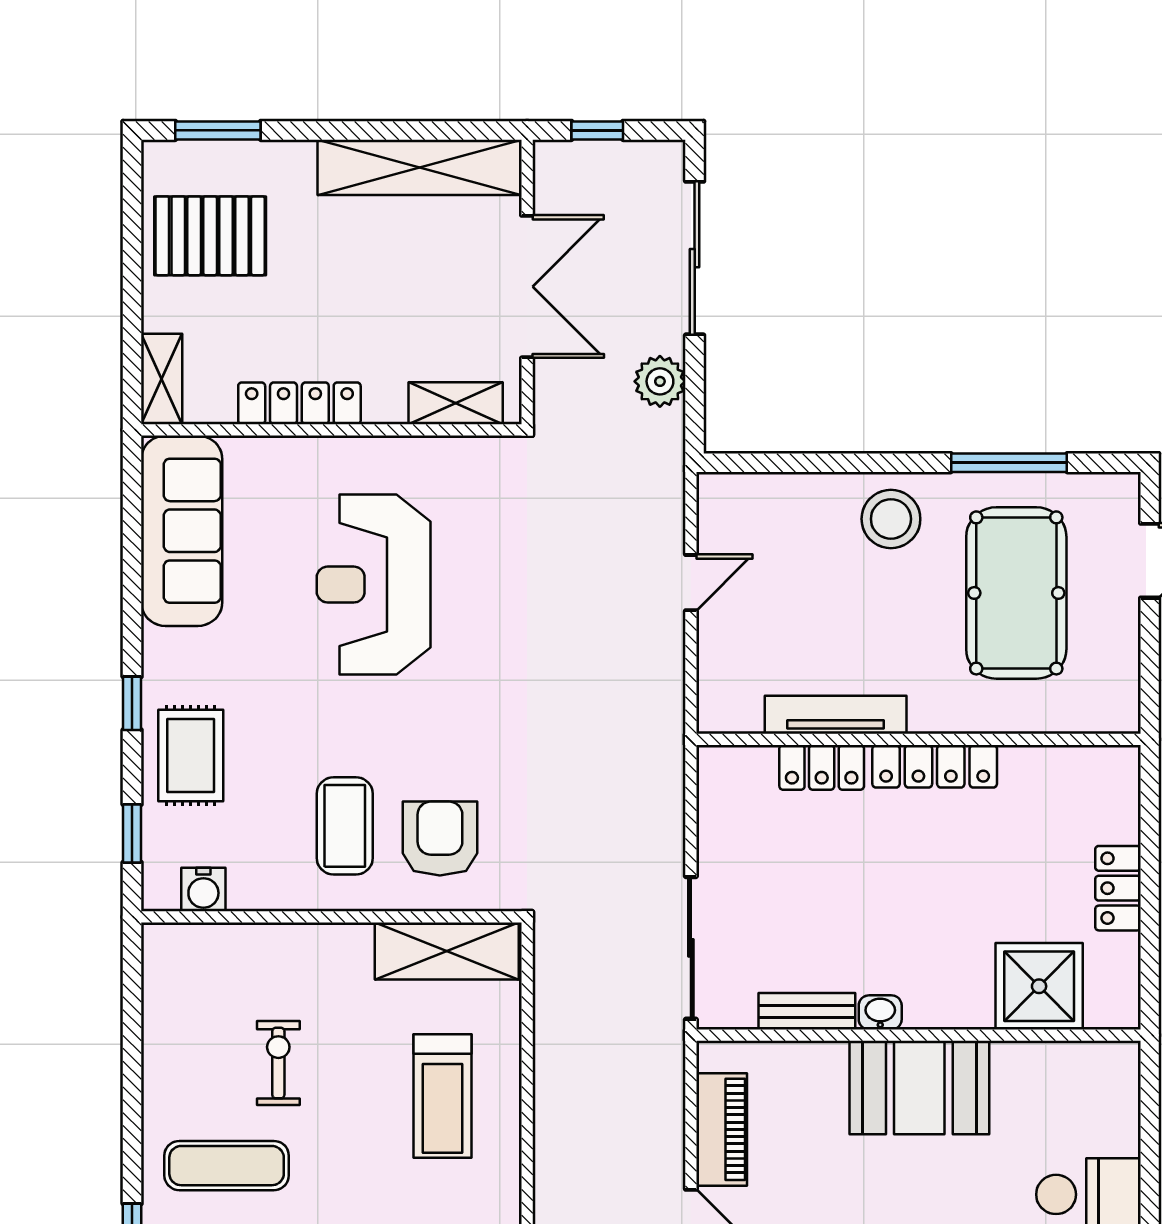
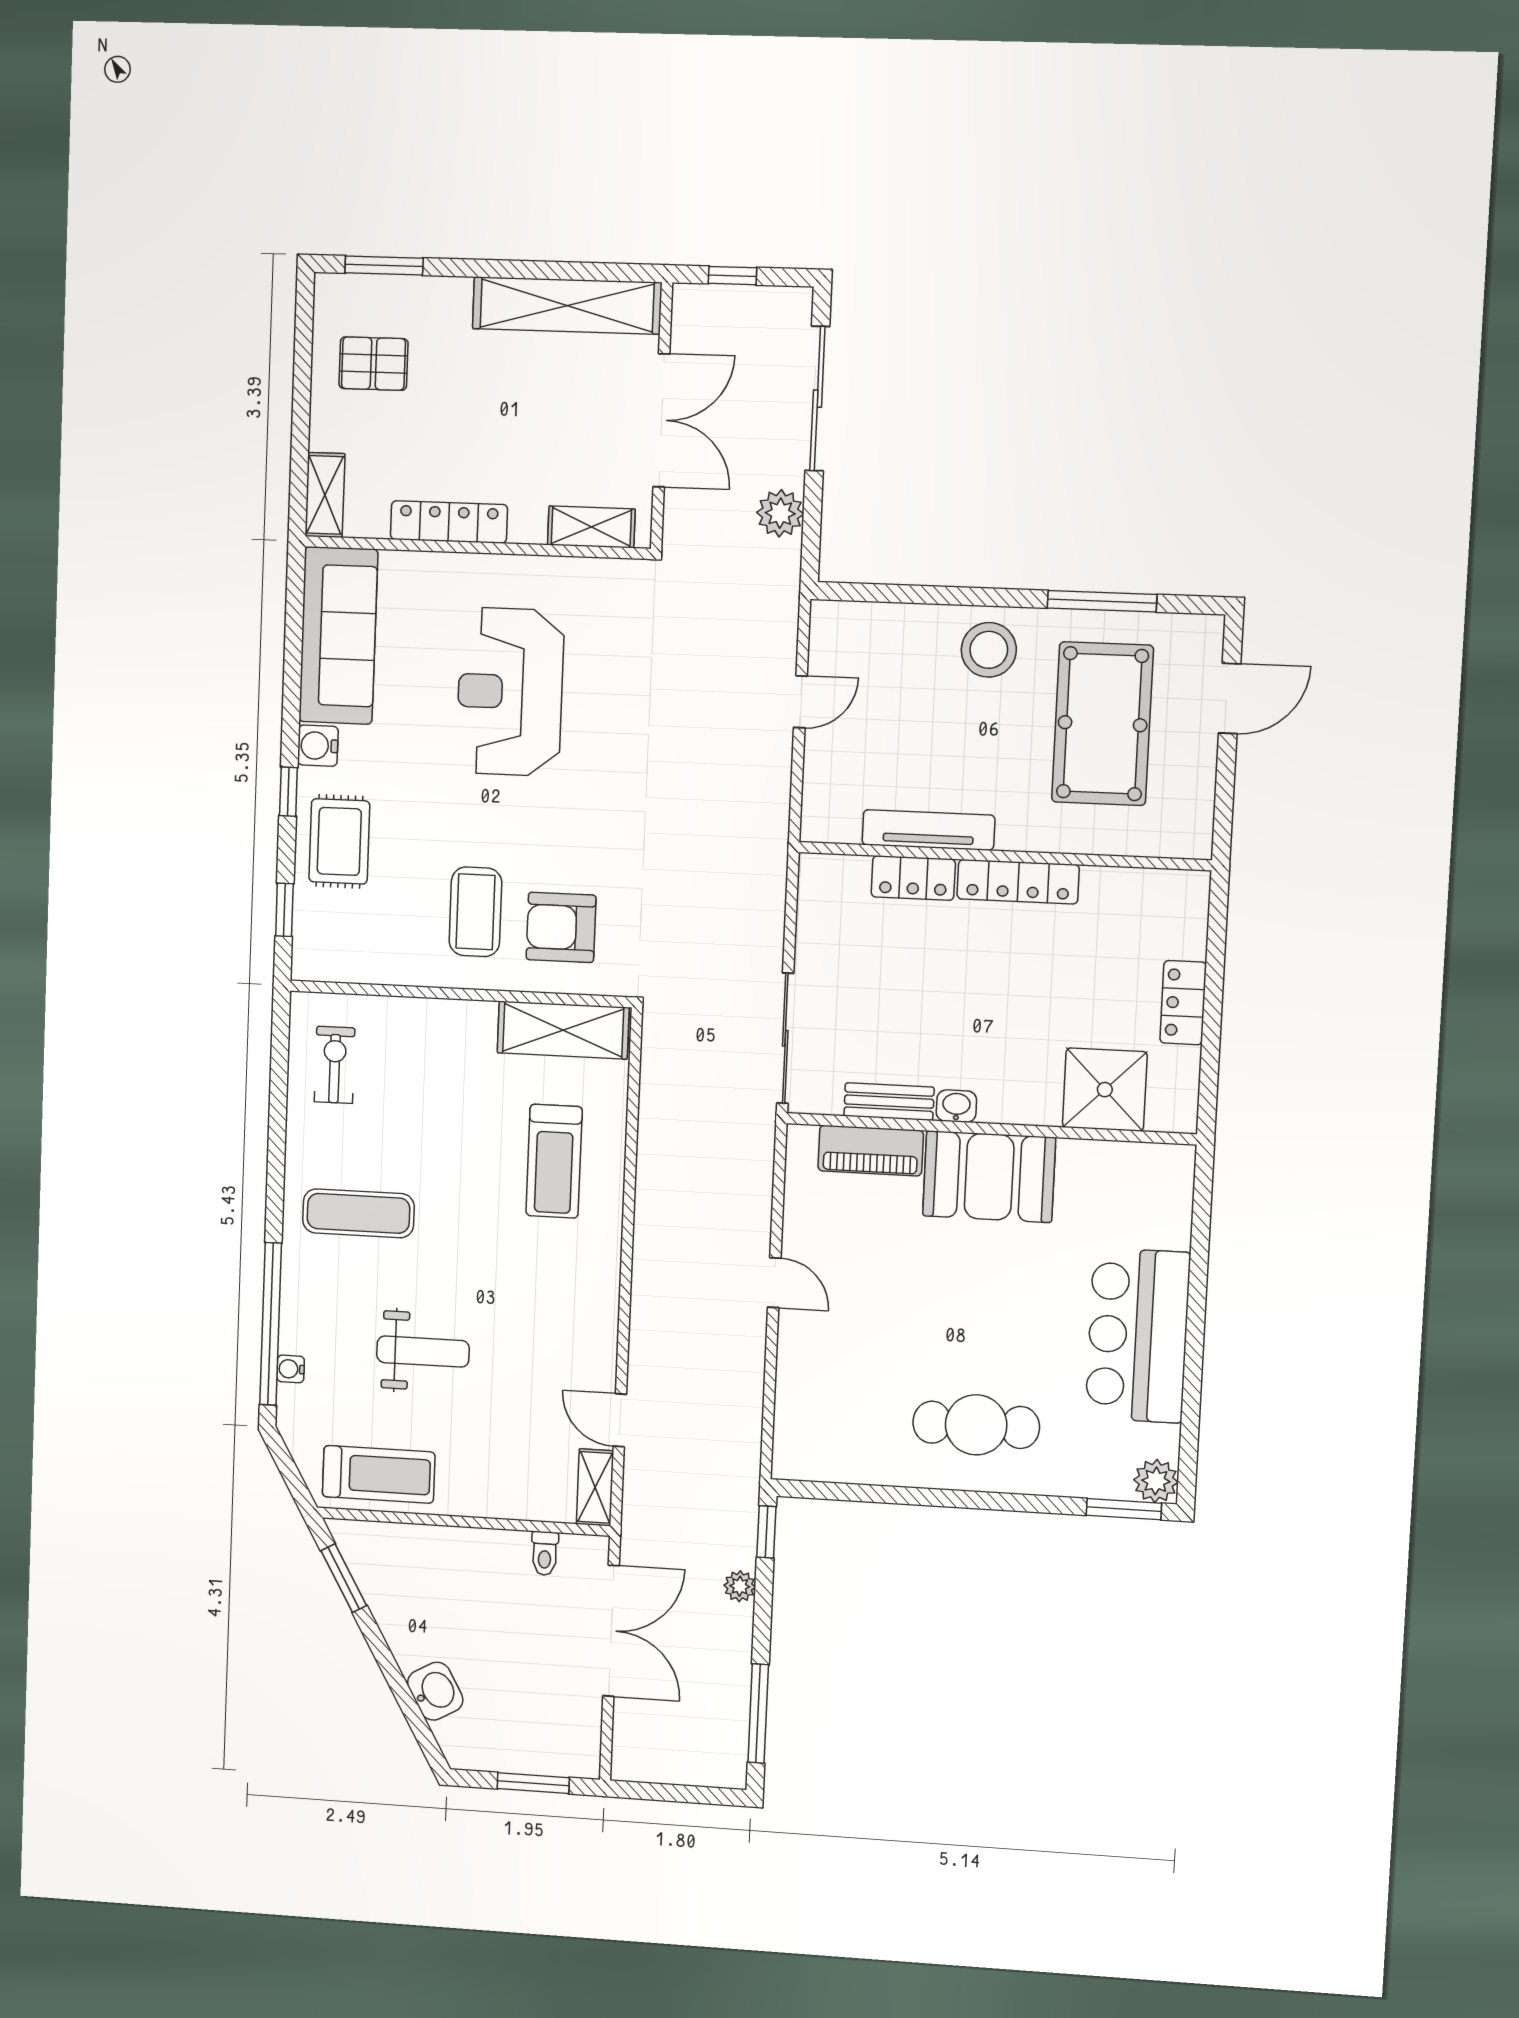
pallet: (210, 236) -> (373, 364), width x0.67, depth x0.71
armchair: (440, 839) -> (561, 927), turned -90
water cooler: (203, 889) -> (318, 746), moved, turned 90
exercise bike: (278, 1063) -> (335, 1065), moved
piano: (722, 1129) -> (871, 1151), moved, turned 90

